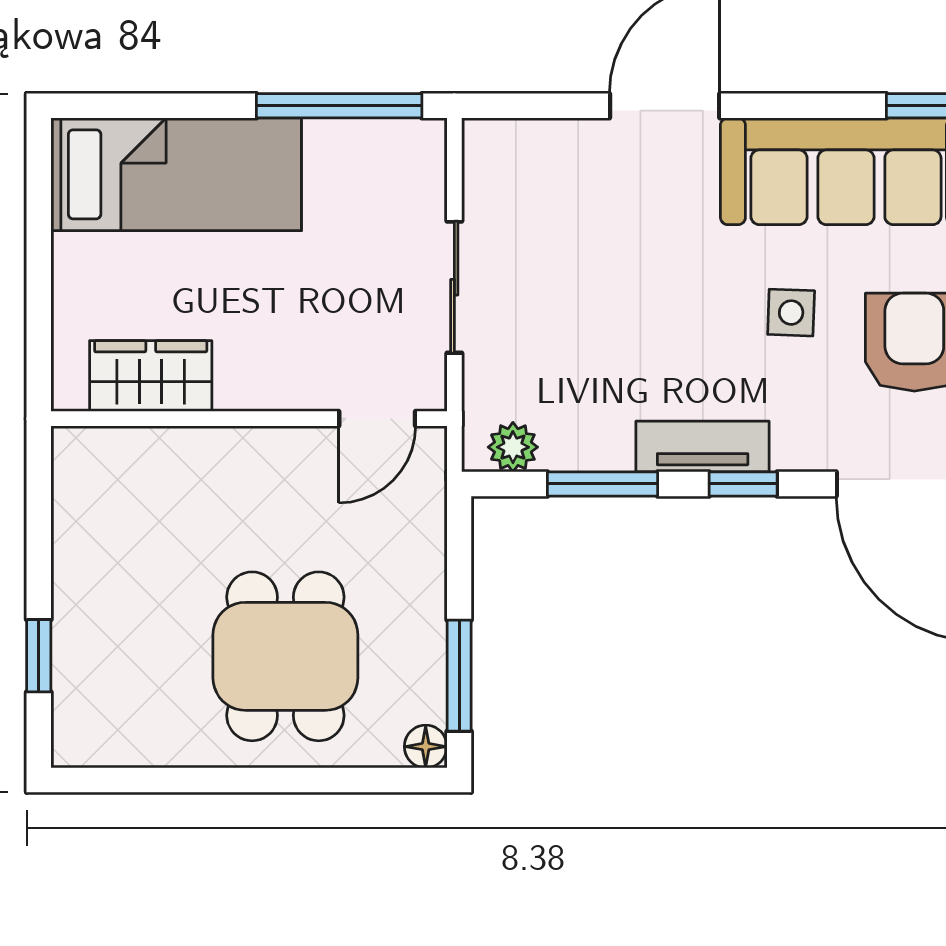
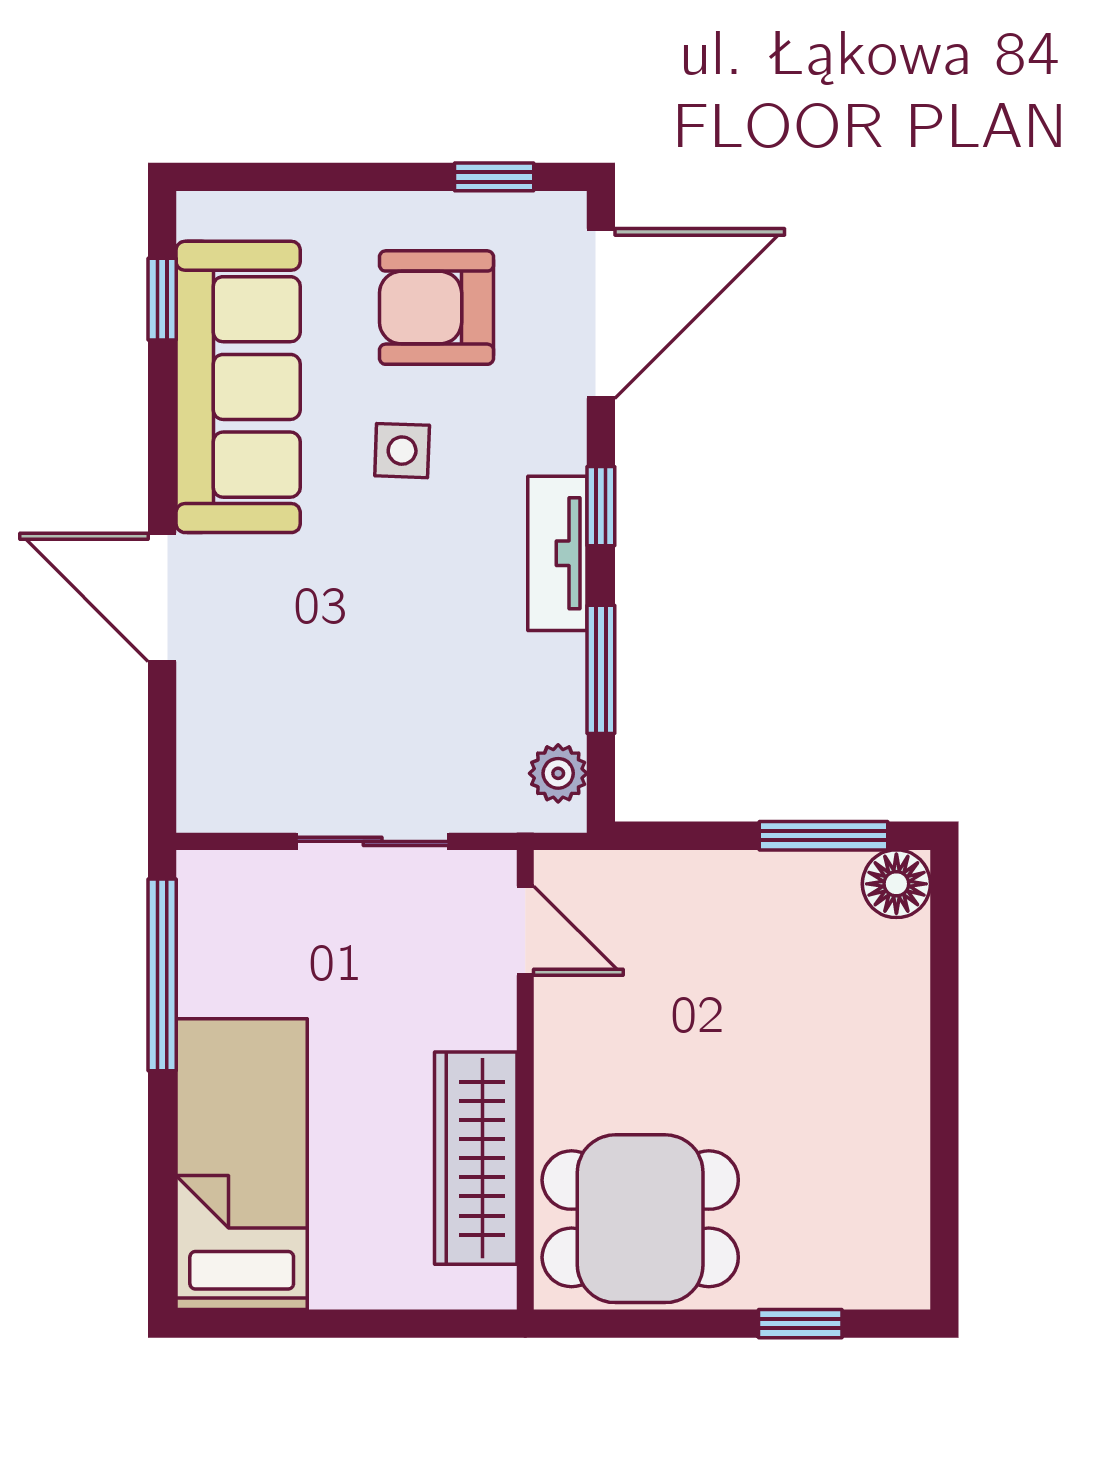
wardrobe: (151, 376) -> (476, 1158), width x1.50
dining table: (285, 656) -> (640, 1219), moved
floor lamp: (426, 747) -> (896, 884), width x1.37, depth x1.37

